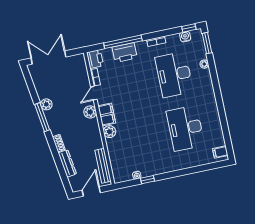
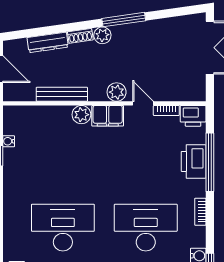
plant: (46, 104) -> (102, 35), moved
bench: (103, 166) -> (62, 94), moved

